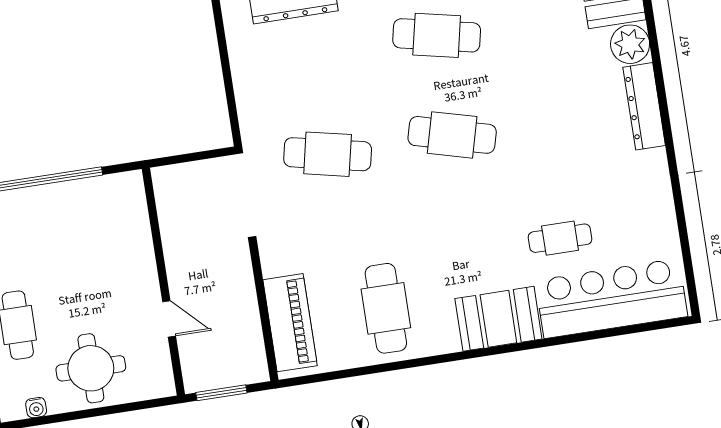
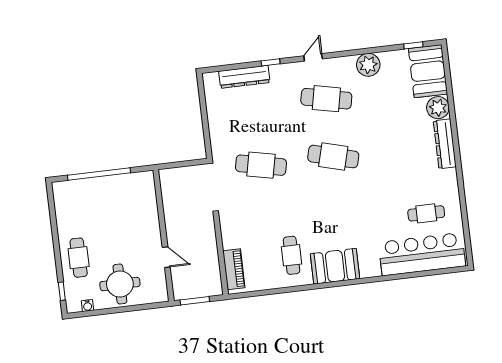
cafe table: (560, 238) -> (426, 213), moved
cafe table: (386, 308) -> (292, 255), width x0.73, depth x0.74
booth: (498, 319) -> (335, 266), moved
piano: (290, 323) -> (234, 269), width x0.73, depth x0.75

